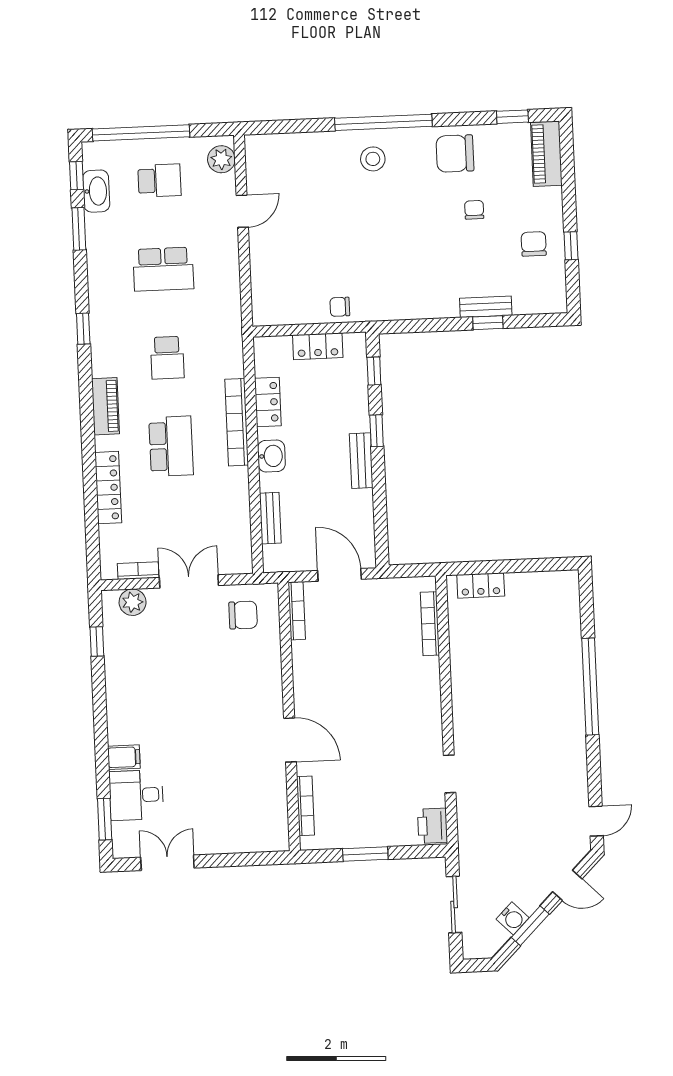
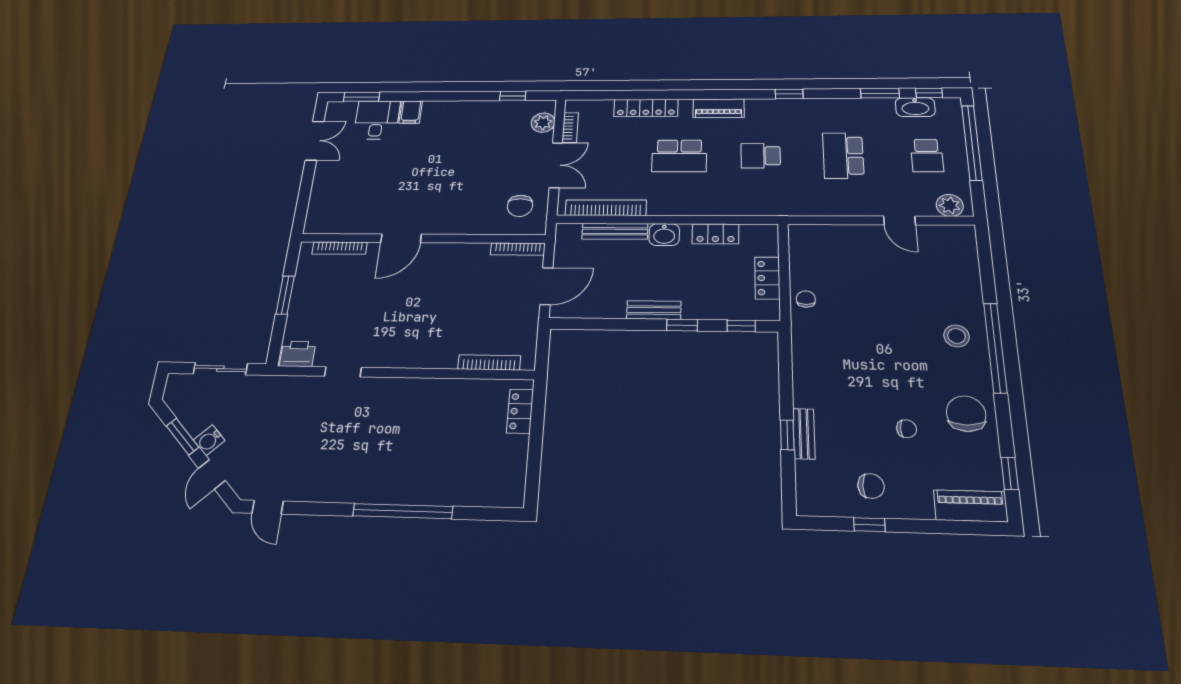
bookcase: (237, 422) -> (606, 208), moved
bench: (270, 518) -> (615, 231), width x1.36
water cooler: (513, 918) -> (209, 440), moved

